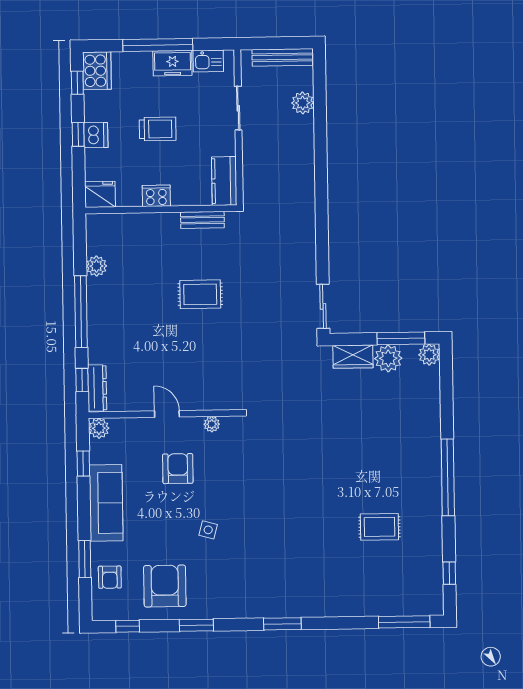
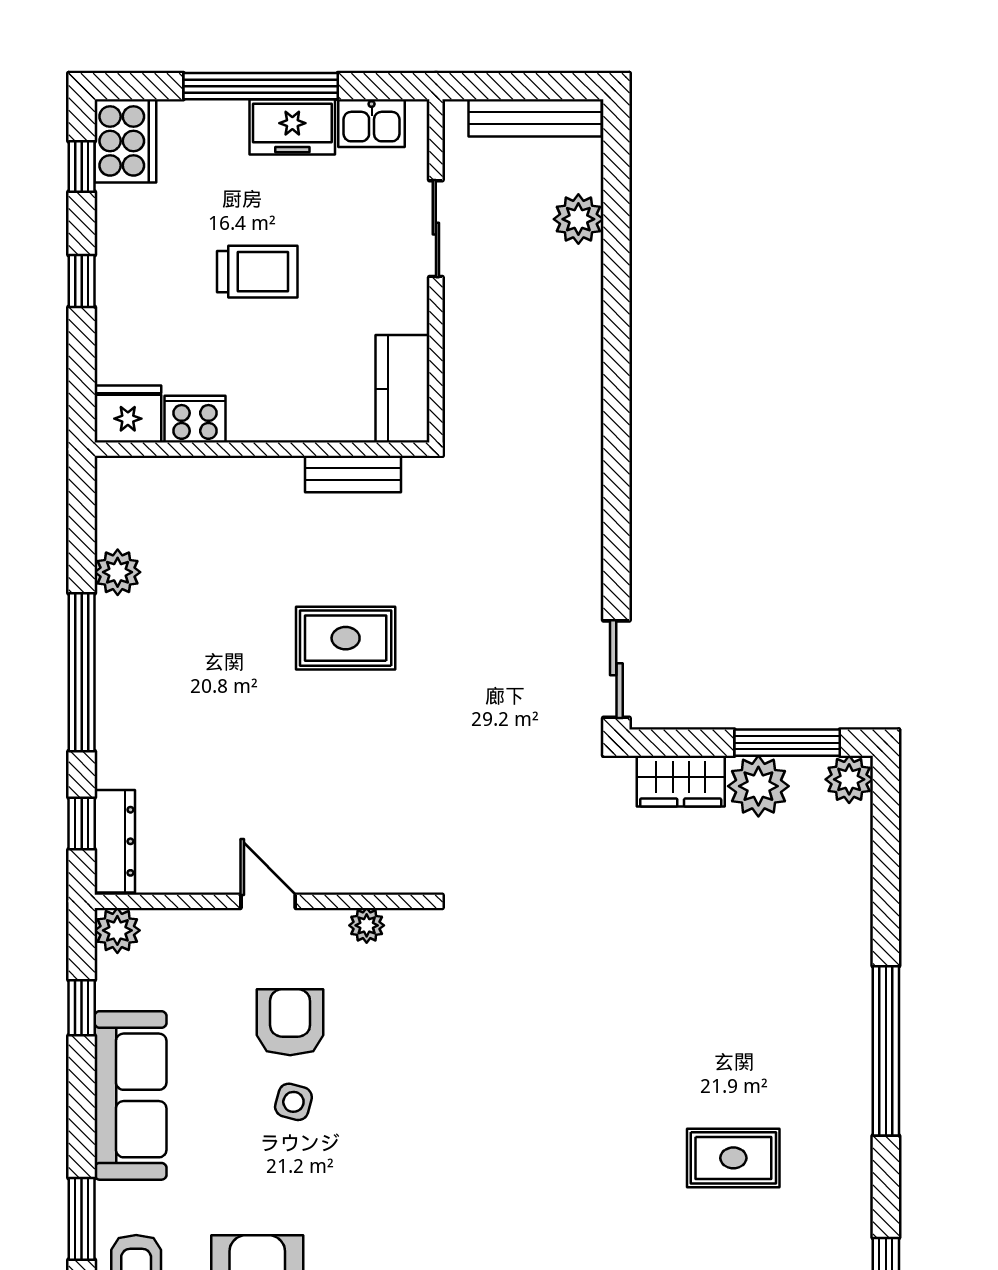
dishwasher: (96, 135) -> (121, 283), removed
cooker: (156, 196) -> (195, 419), moved
side table: (208, 530) -> (293, 1102), moved

